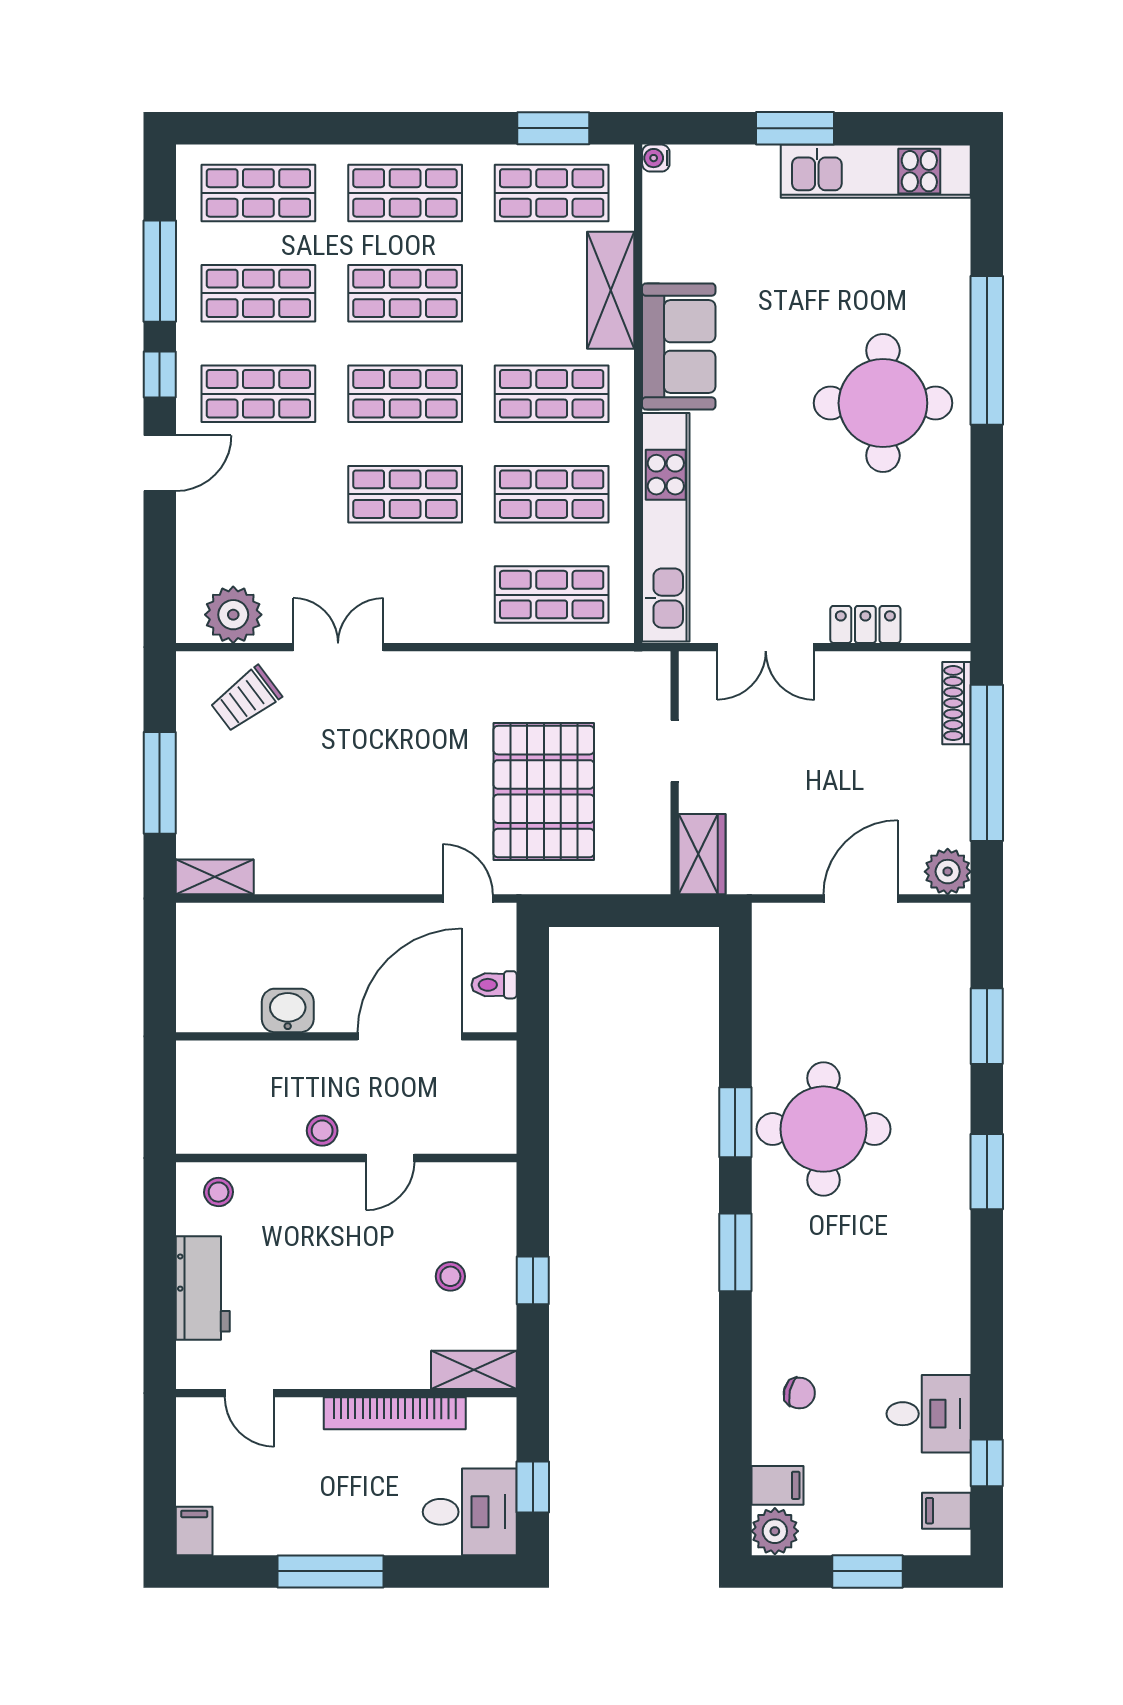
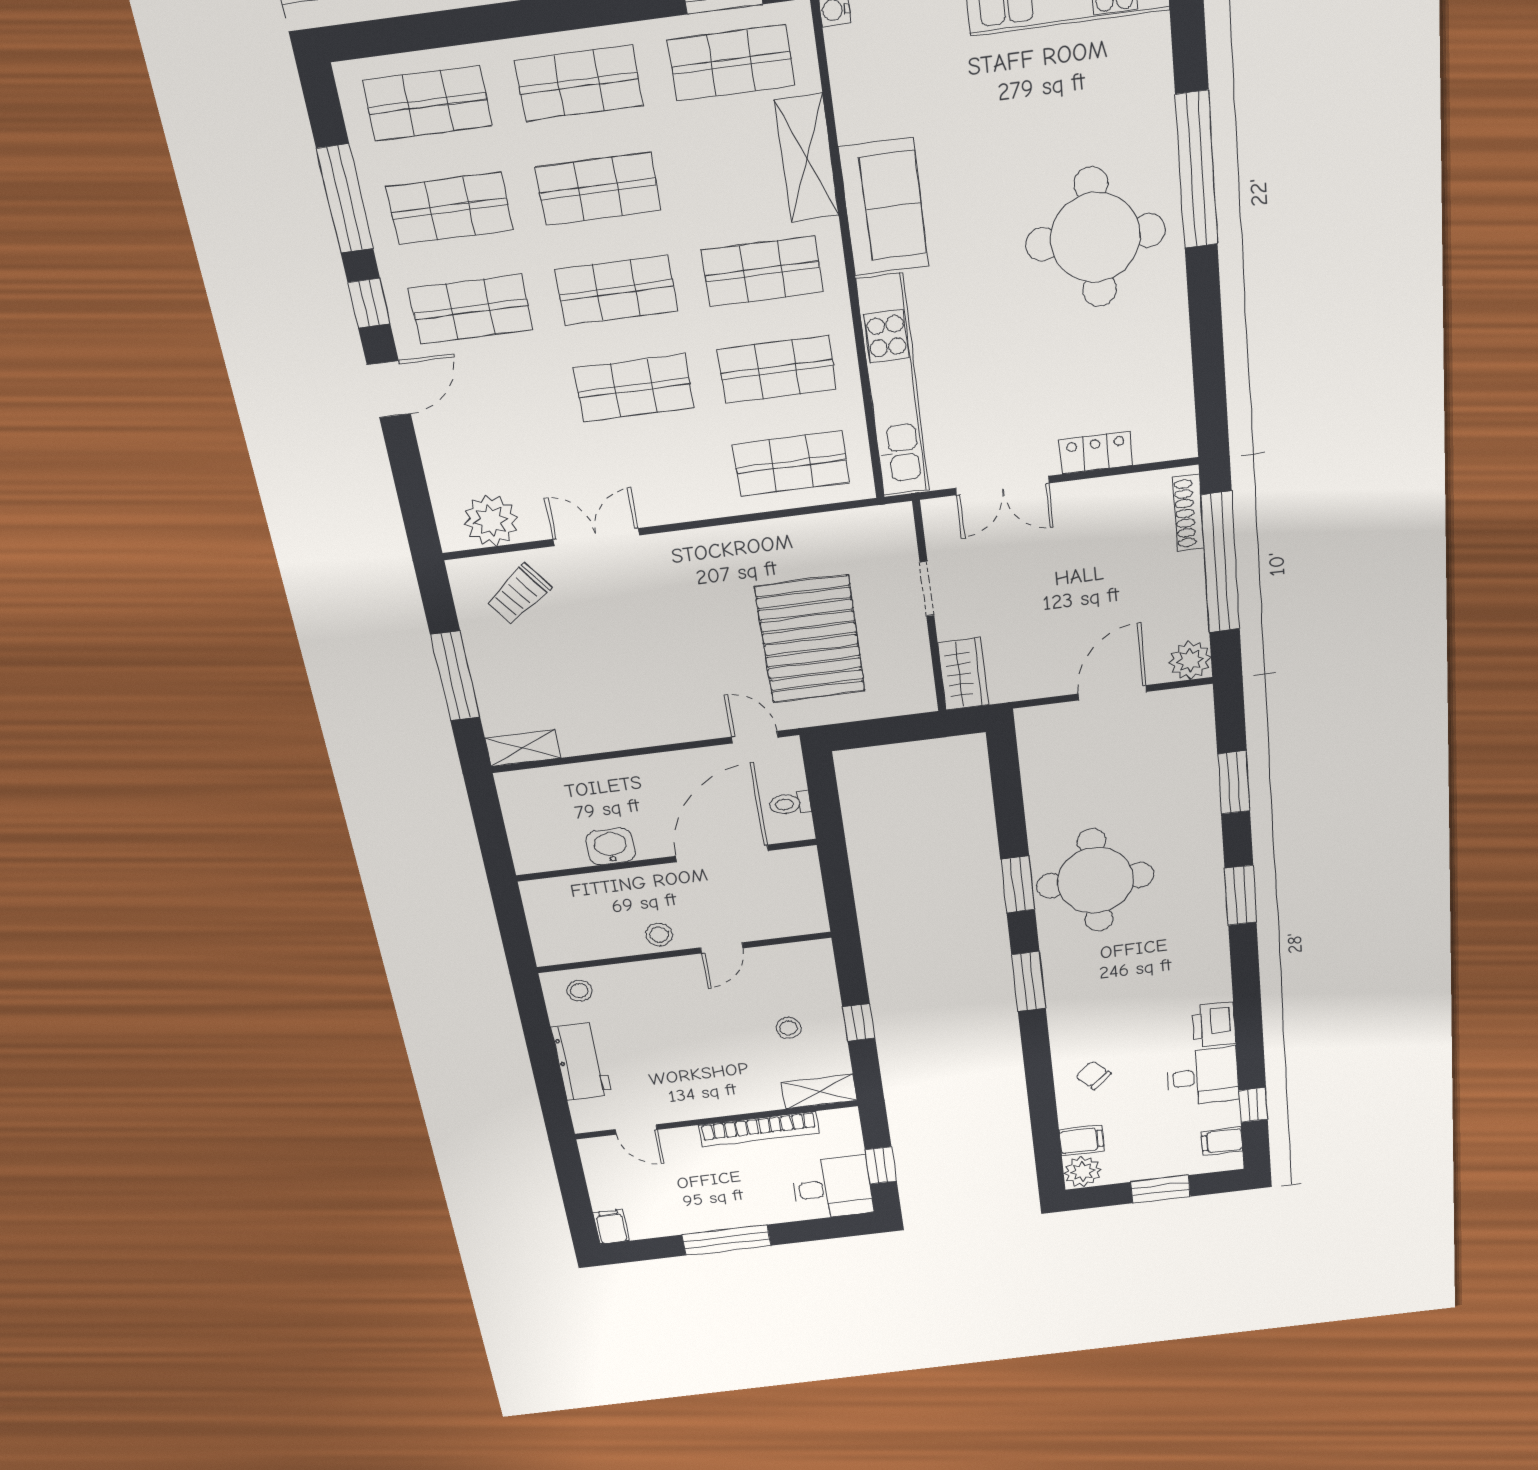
printer: (946, 1342) -> (1214, 1025), added
chair: (799, 1393) -> (1093, 1075), turned -147

